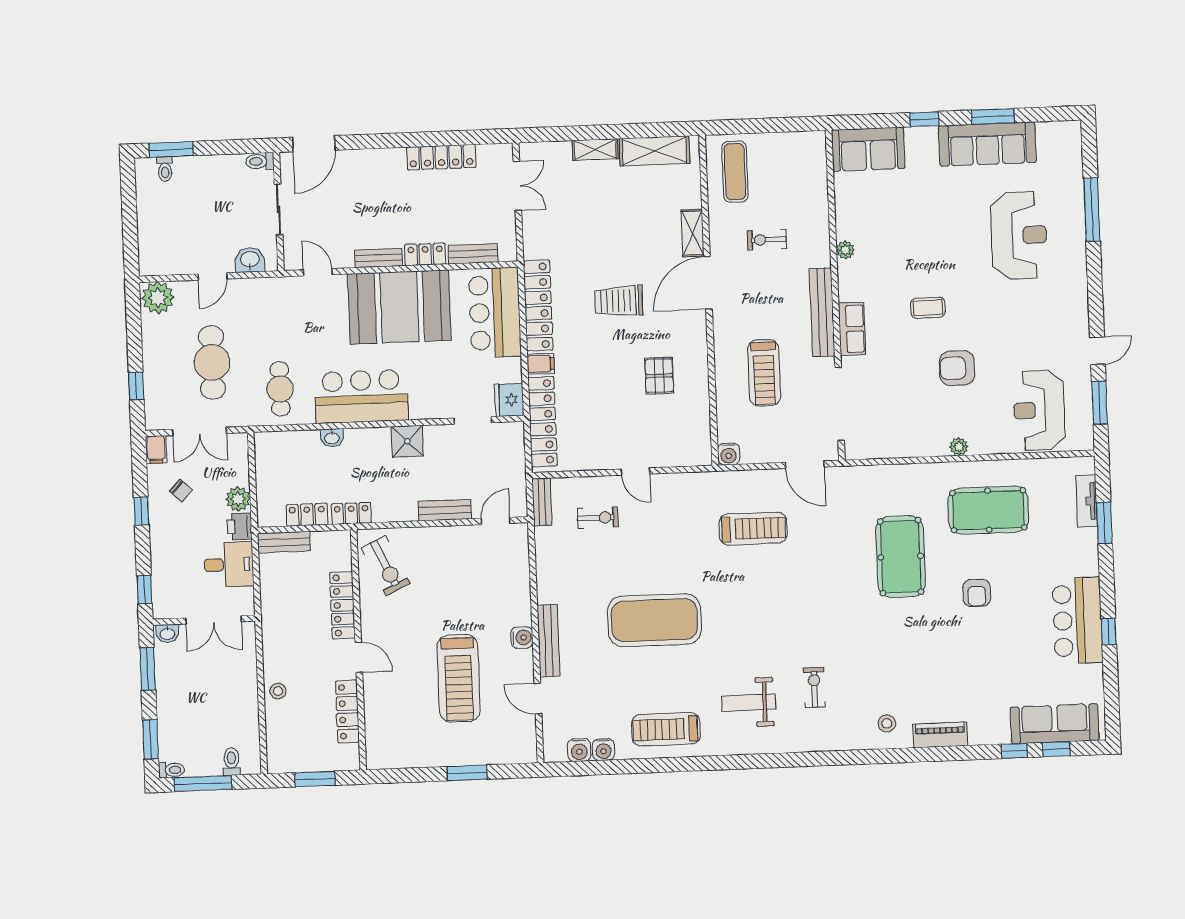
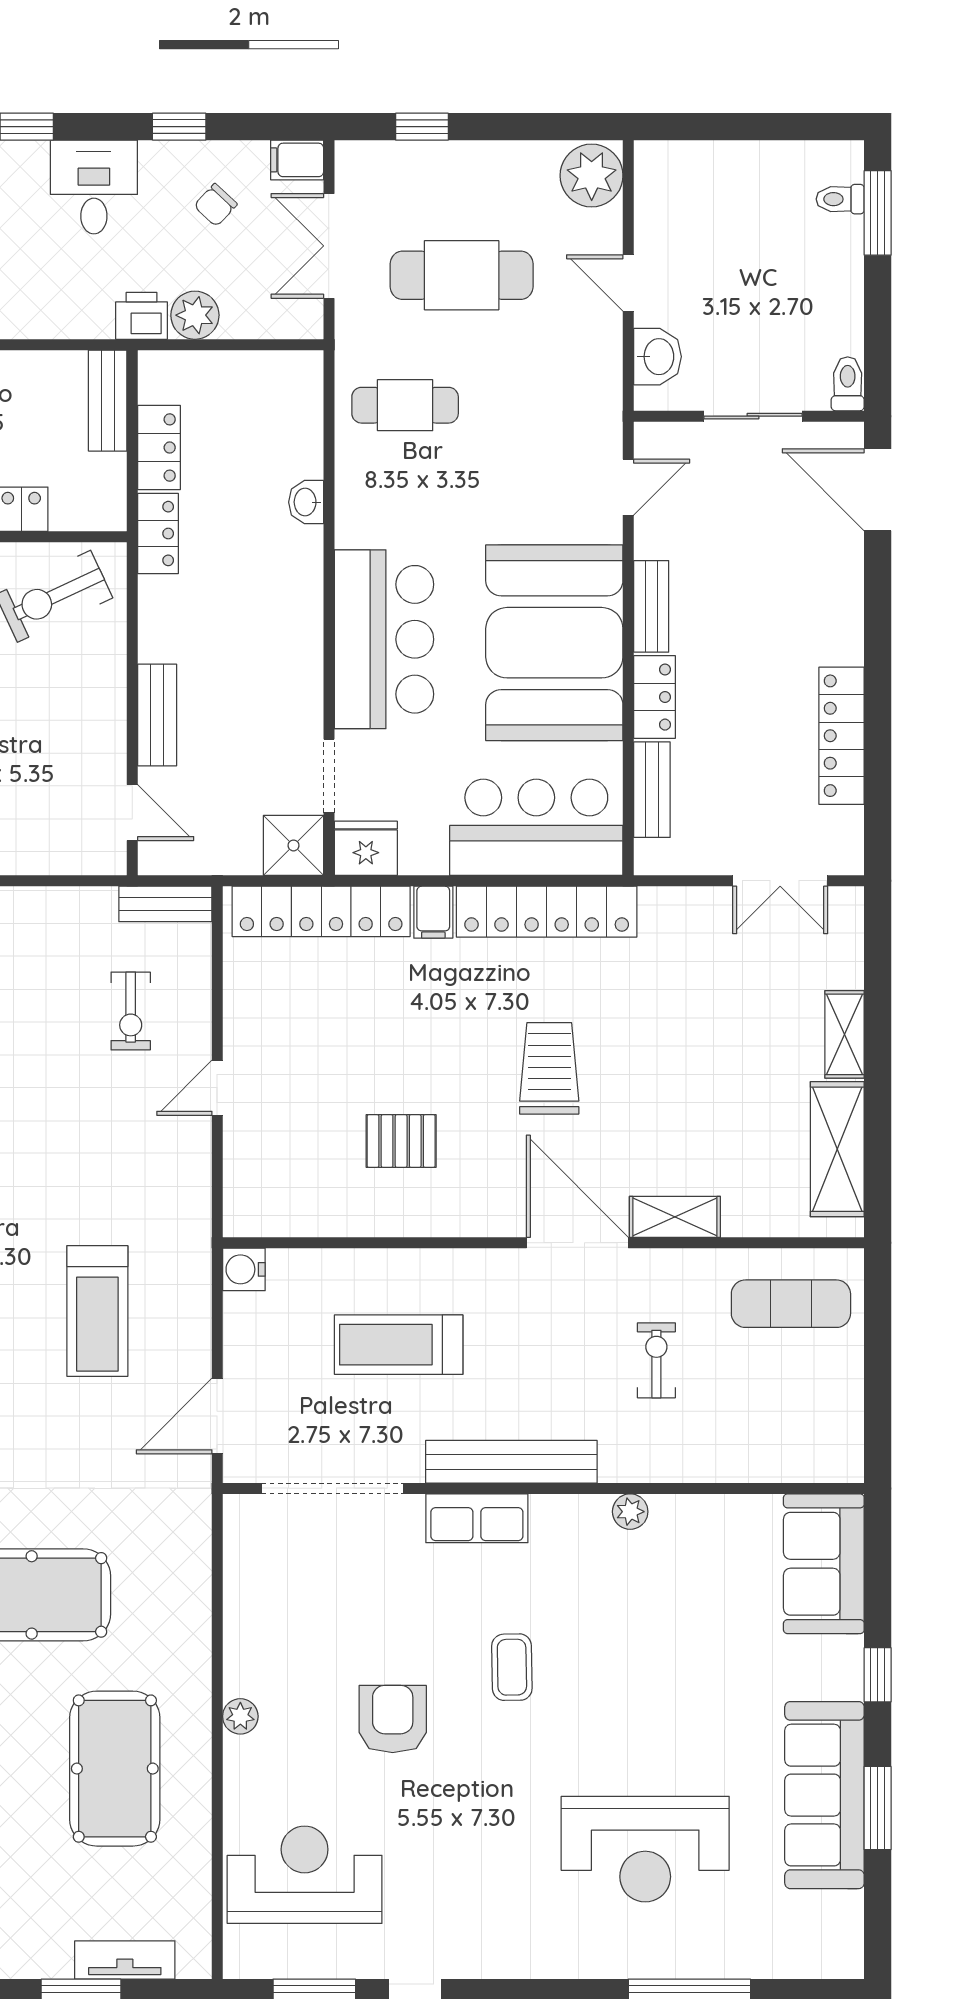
bar counter: (361, 396) -> (384, 639), moved
shower: (407, 441) -> (294, 845), moved
desk: (229, 565) -> (94, 187), moved, turned 180

